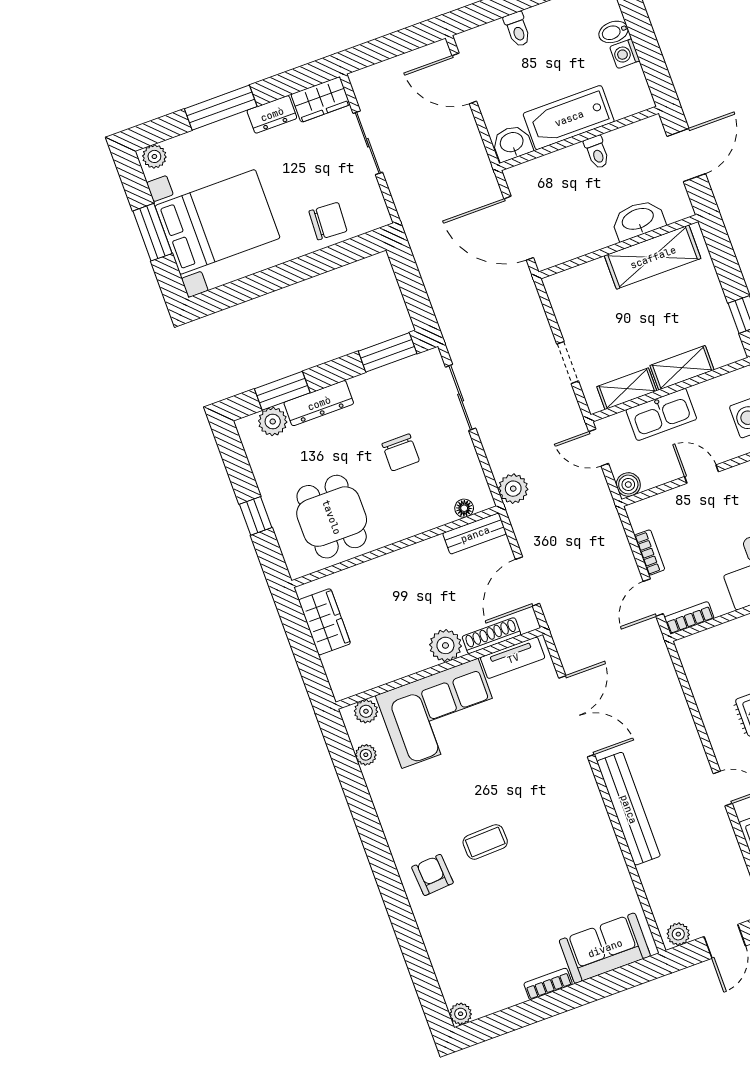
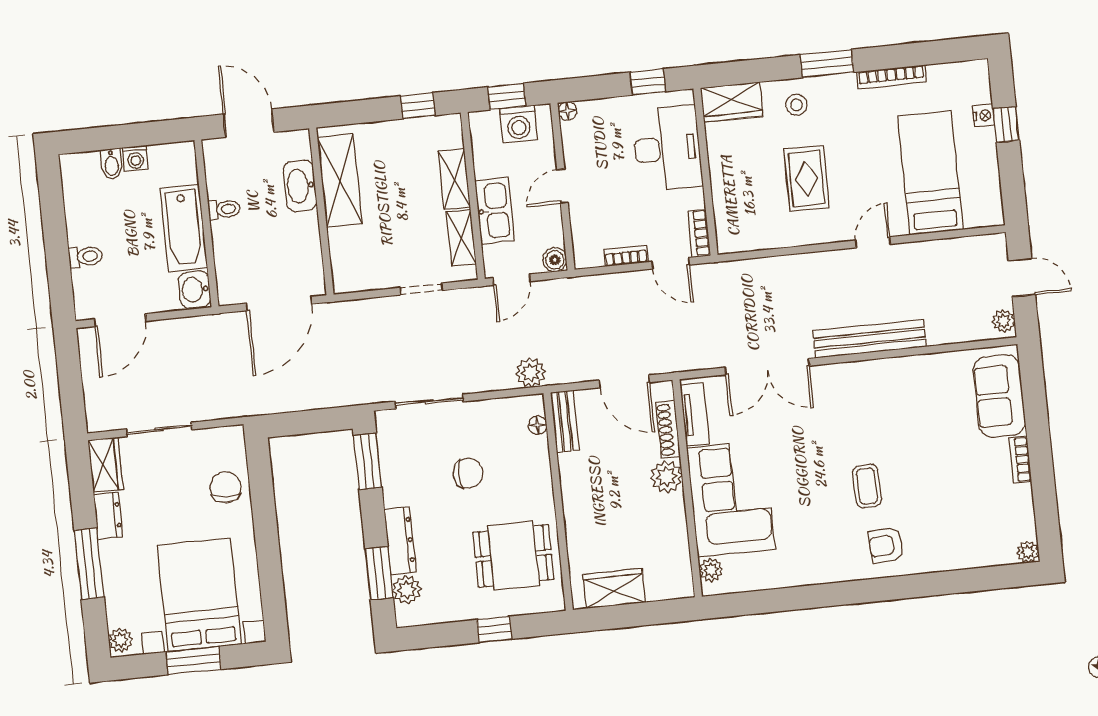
double door: (577, 716) -> (767, 367), swing flipped
plant: (366, 755) -> (753, 581), removed

